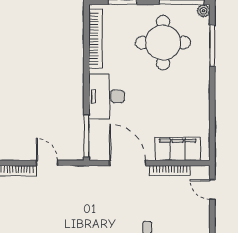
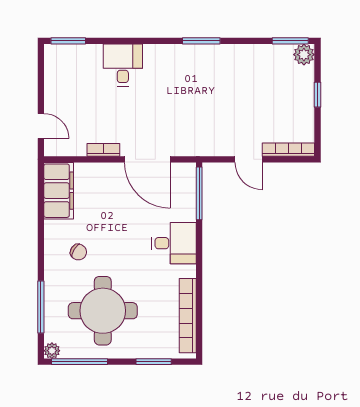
chair: (182, 89) -> (78, 252), added
desk: (106, 96) -> (174, 243), width x0.73
filing cabinet: (178, 149) -> (59, 191), moved, turned -90
bookcase: (170, 171) -> (103, 150), width x0.64

